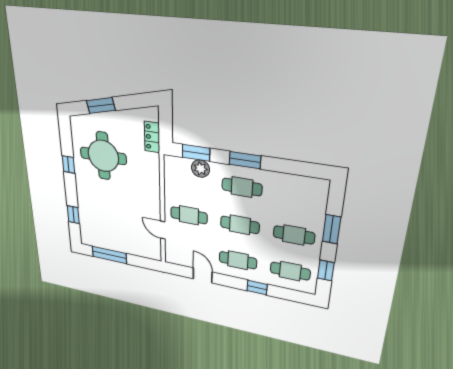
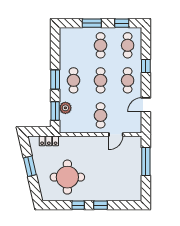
window: (101, 105) -> (30, 166), moved
window: (73, 215) -> (101, 205), moved
window: (109, 255) -> (146, 162), moved

